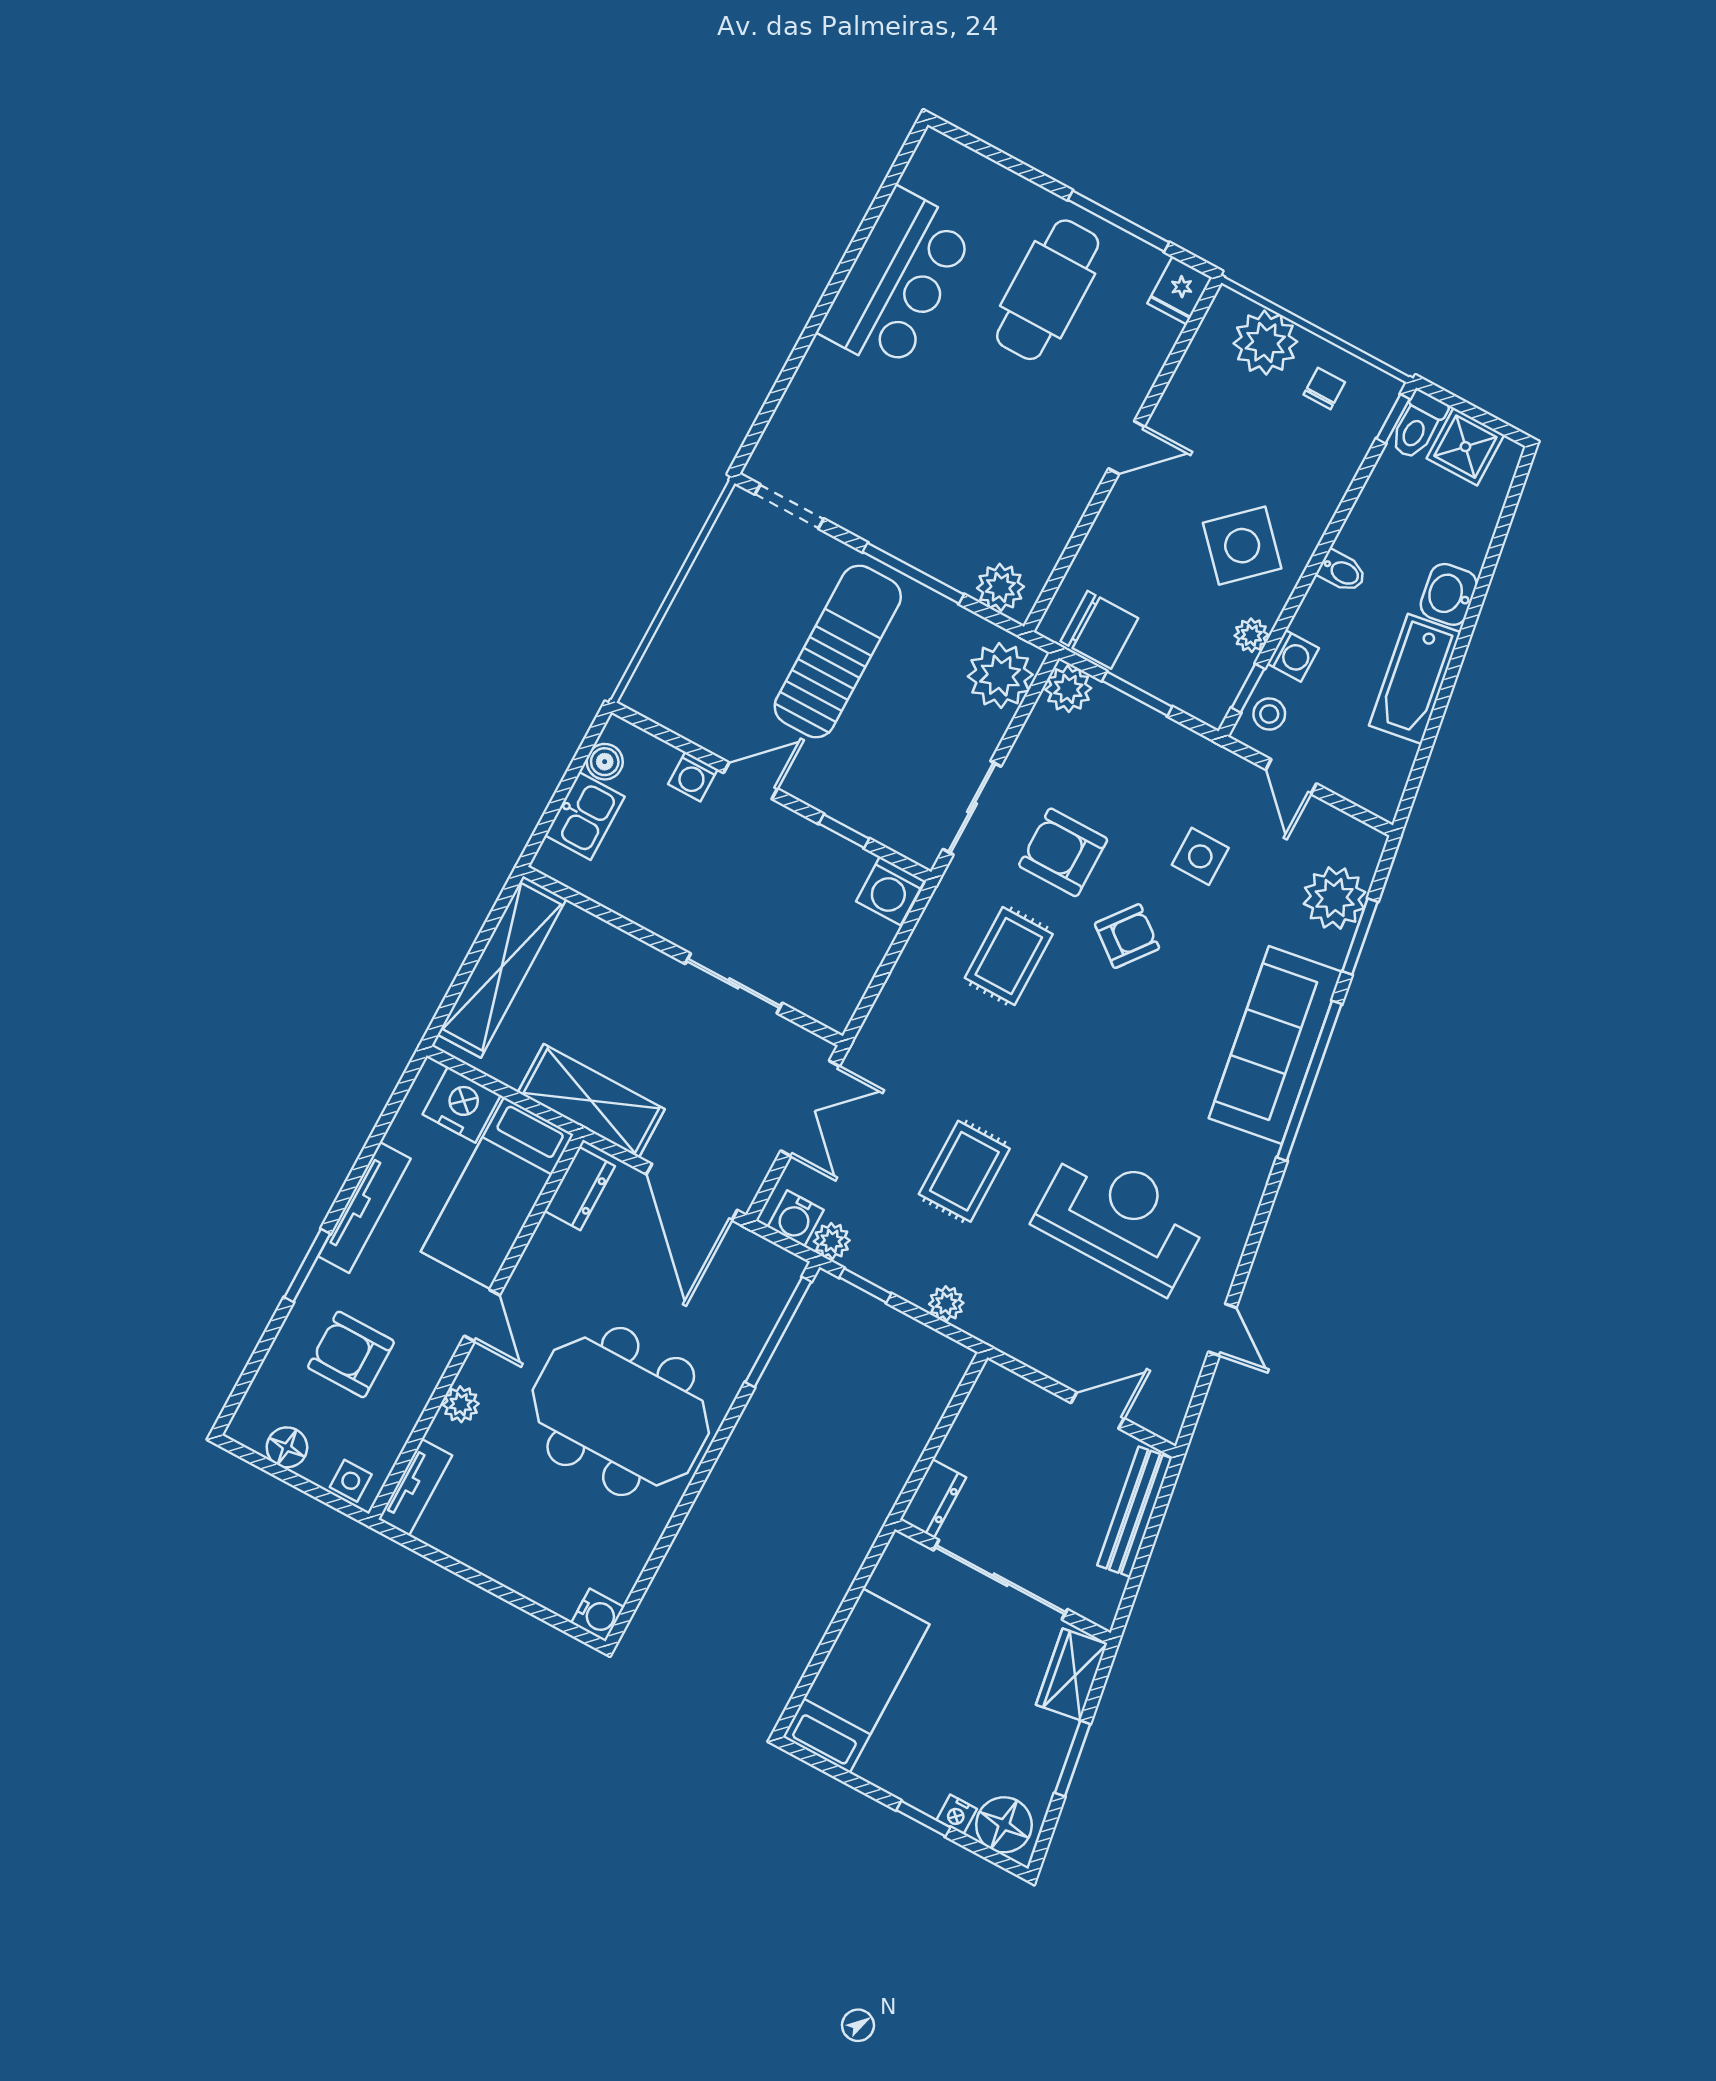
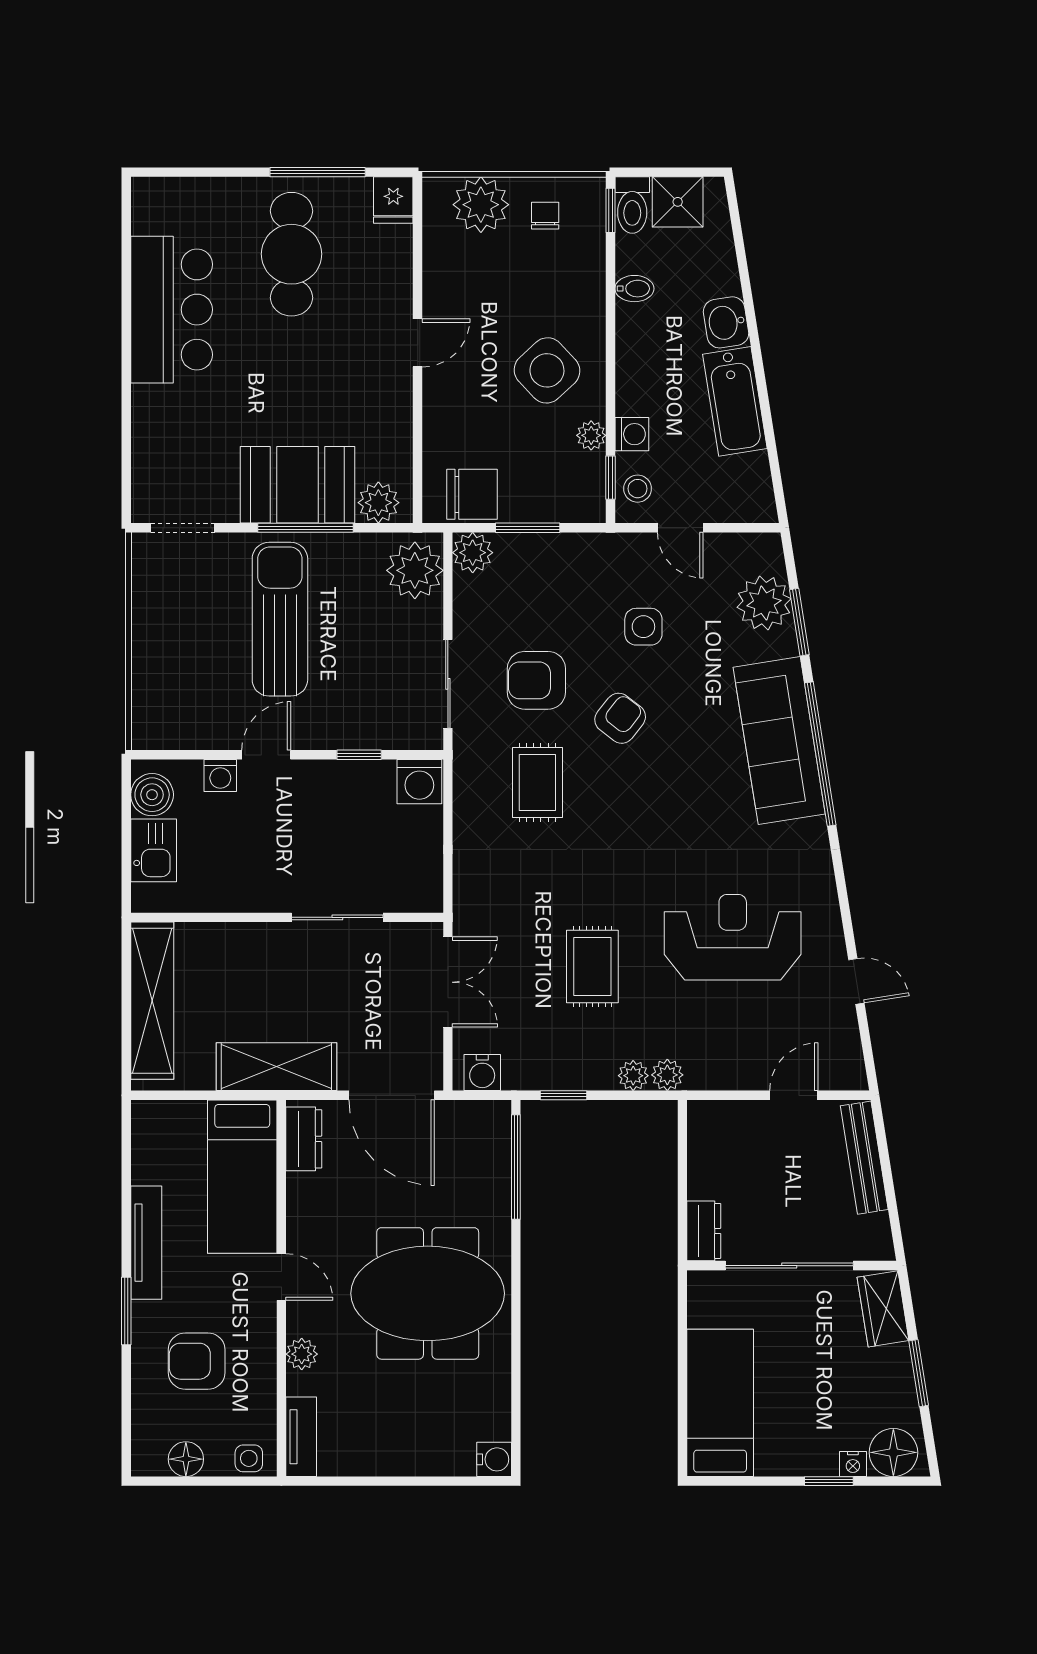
booth: (928, 526) -> (298, 485), added
bidet: (1342, 571) -> (634, 289), moved
boiler: (605, 762) -> (152, 795), width x1.36, depth x1.36
nightstand: (462, 1105) -> (178, 1123), removed
plant: (832, 1241) -> (667, 1075), moved

